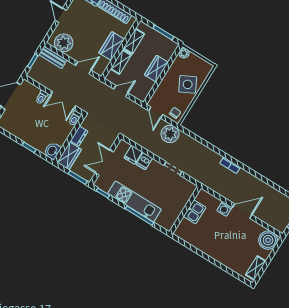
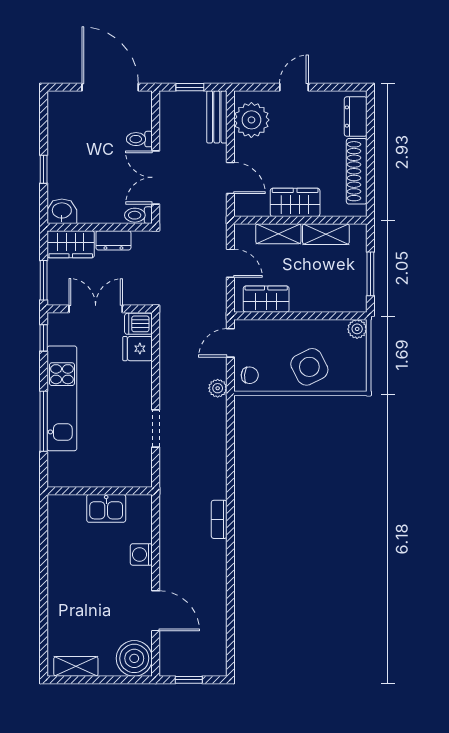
wardrobe: (156, 69) -> (266, 299), moved
plant: (170, 134) -> (218, 388), width x0.53, depth x0.53
dishwasher: (144, 161) -> (138, 324), moved
door: (242, 211) -> (156, 611), moved

